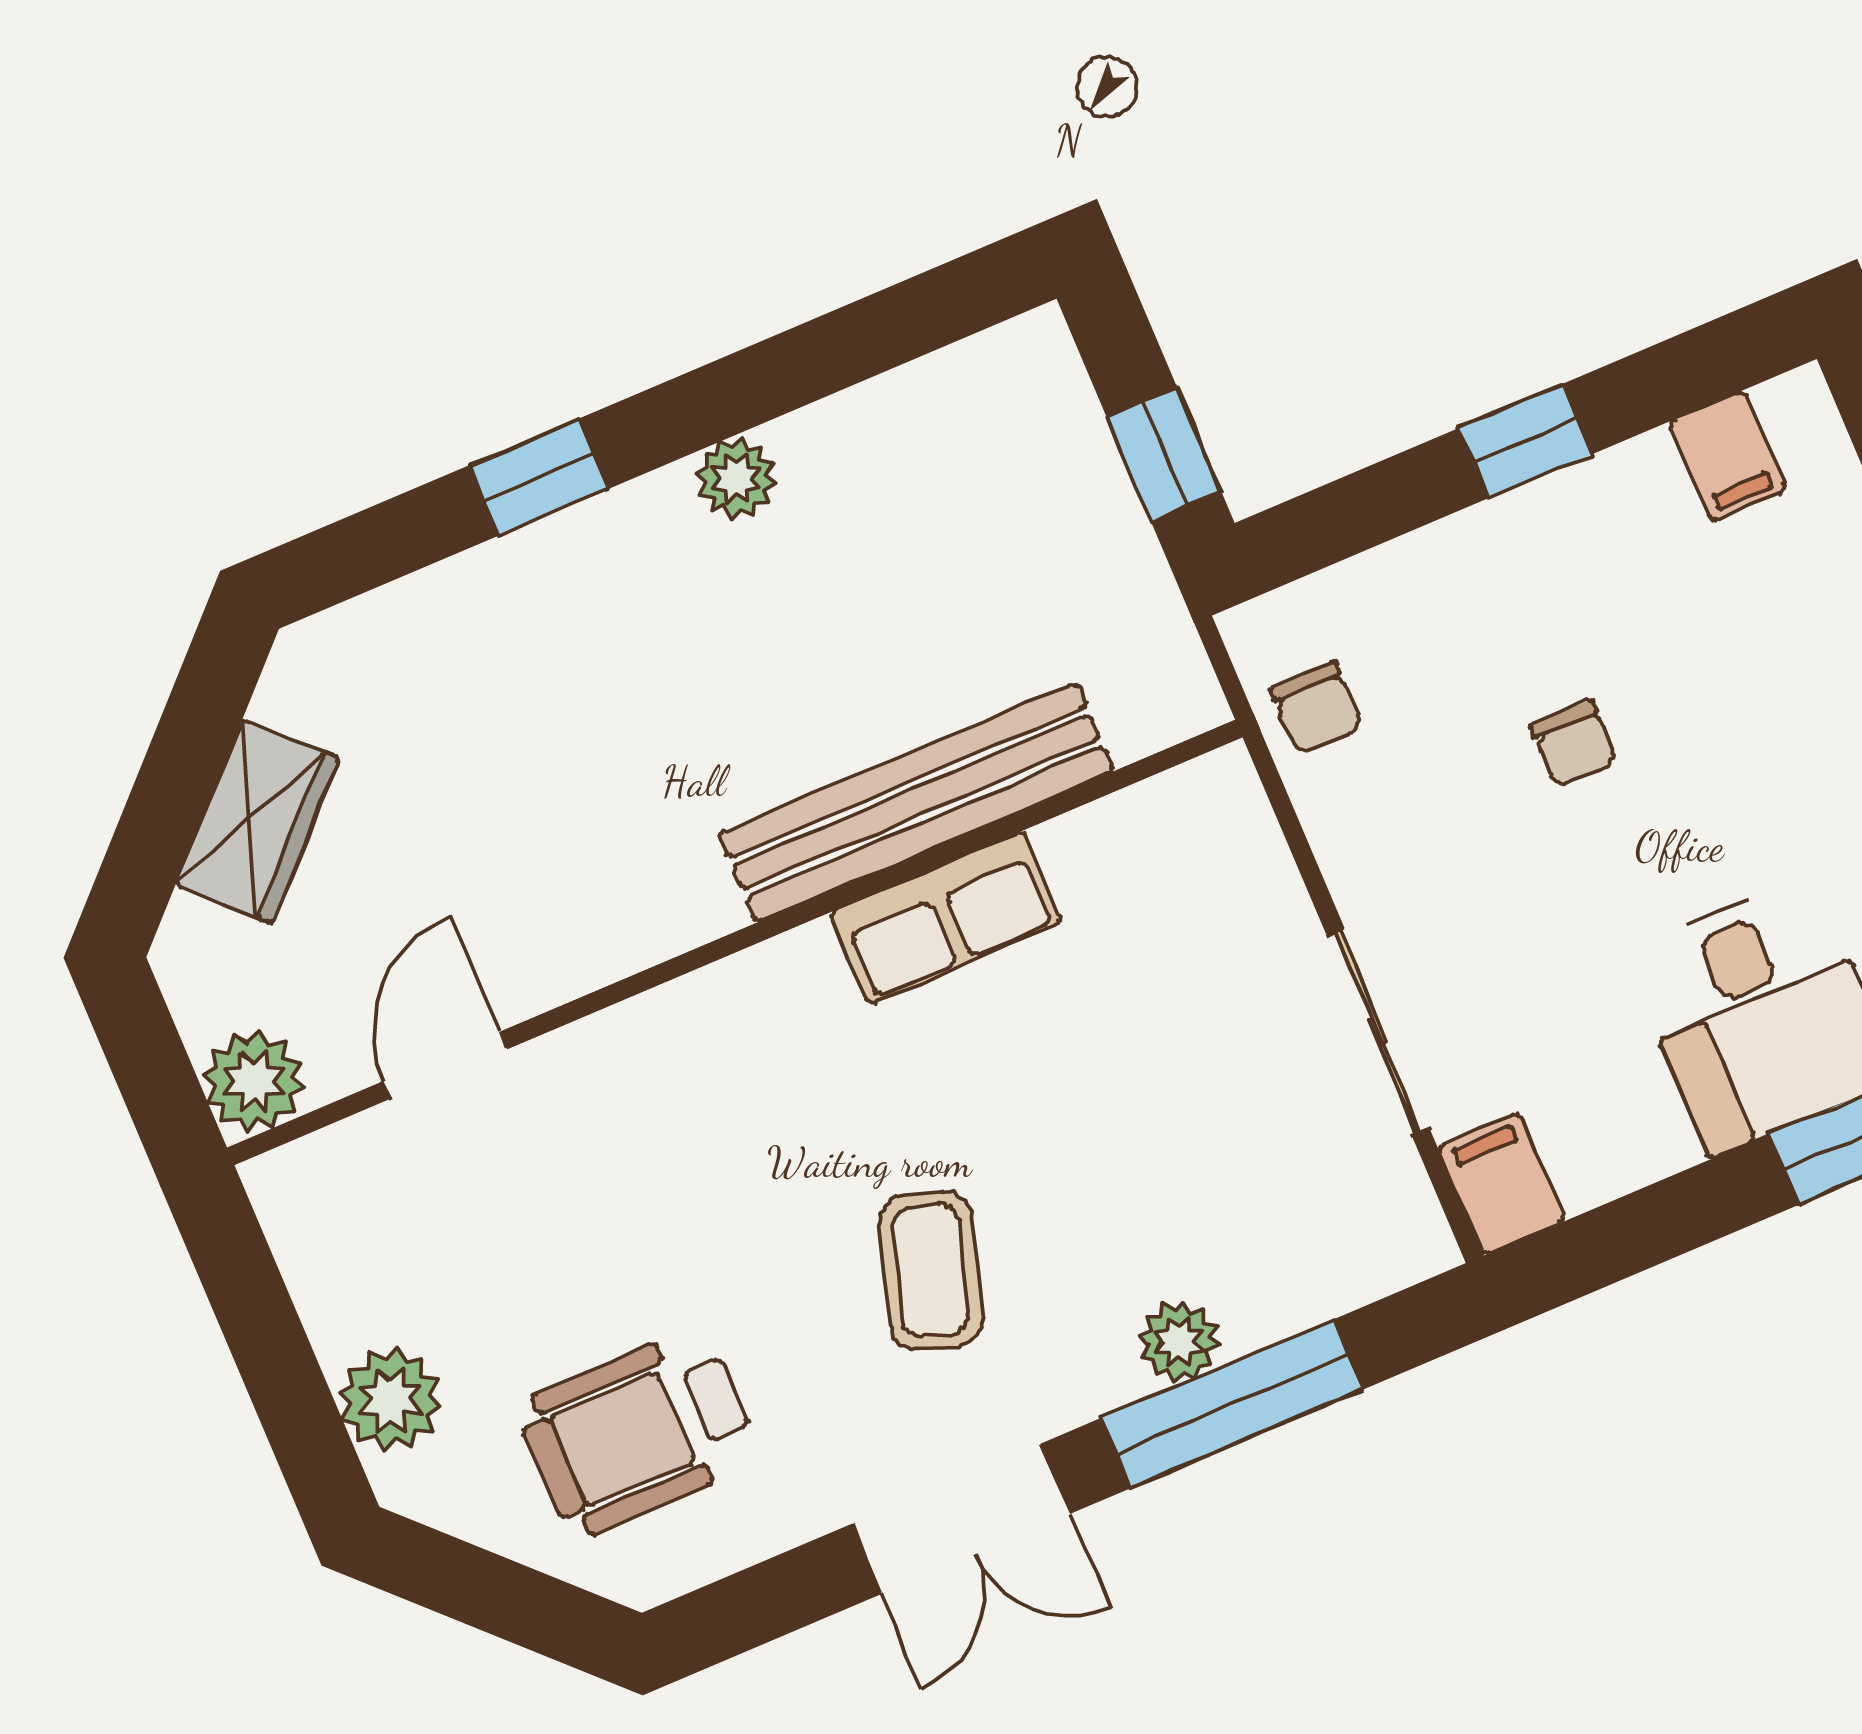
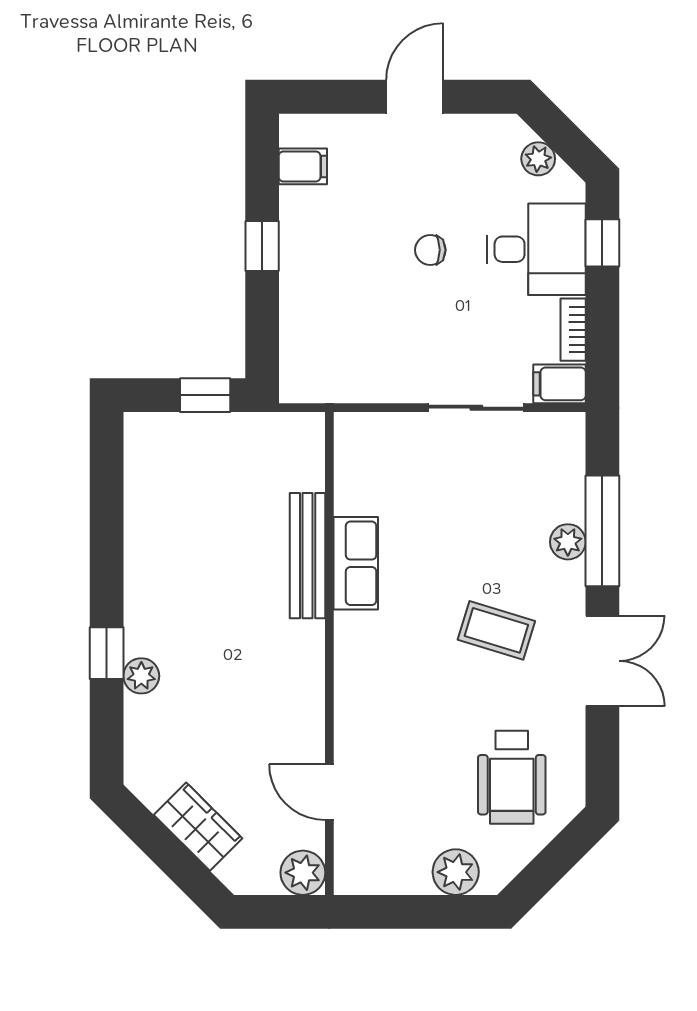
plant: (736, 478) -> (141, 676), moved
chair: (1316, 708) -> (334, 377), removed
chair: (1574, 744) -> (430, 250), moved, turned 180
bench: (916, 802) -> (308, 556), width x0.73, depth x0.82
bookcase: (1626, 1164) -> (573, 330), added

